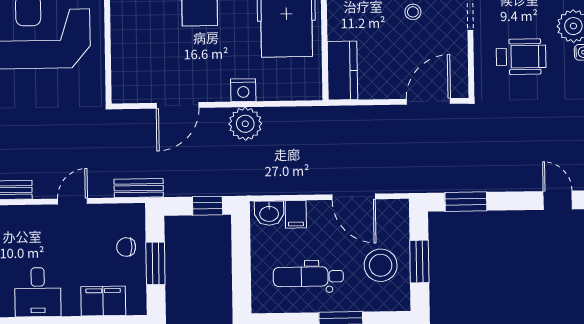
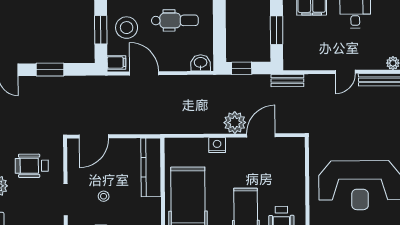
kitchen counter: (342, 71) -> (151, 167), width x1.50
plant: (245, 124) -> (235, 123), moved
door: (73, 201) -> (345, 72), moved
window: (466, 202) -> (50, 70), moved
filing cabinet: (296, 214) -> (116, 62), moved, turned 90
chair: (126, 247) -> (296, 41), removed

